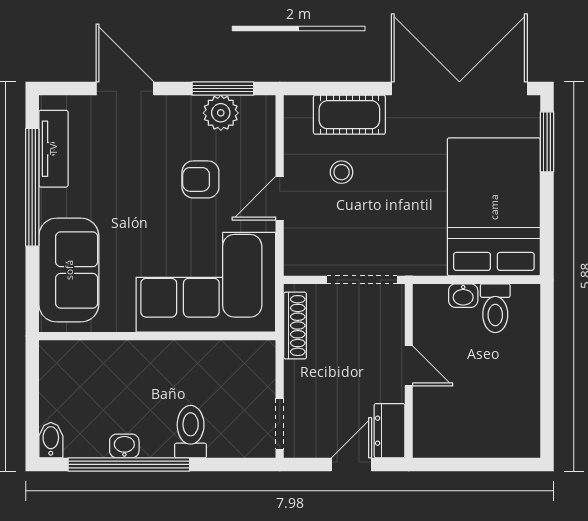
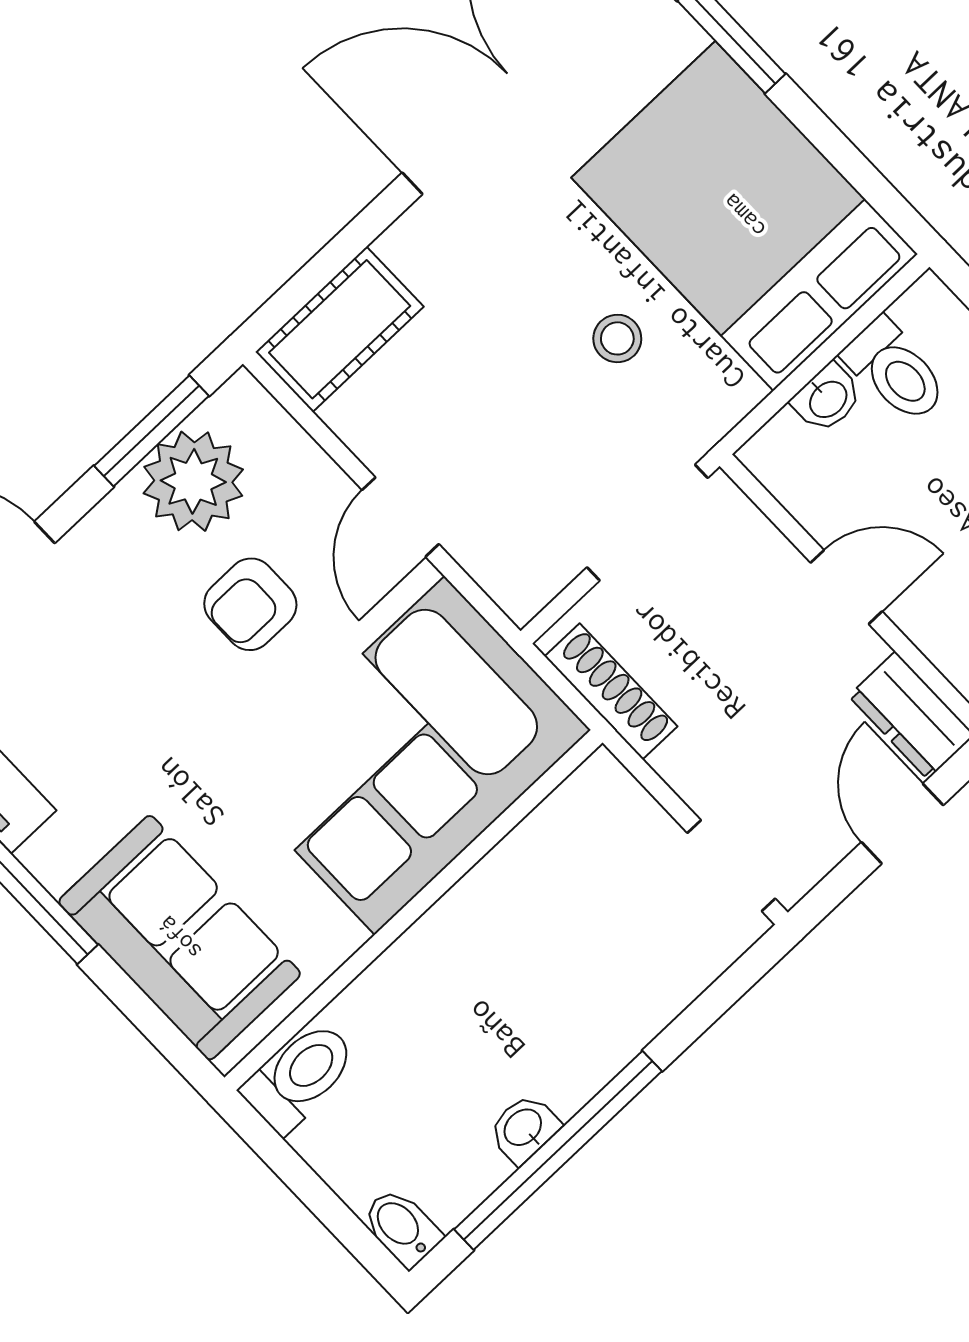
plant: (221, 113) -> (193, 481), width x1.36, depth x1.36
cot: (349, 115) -> (340, 329), moved
stool: (342, 172) -> (617, 338), moved
toilet: (191, 432) -> (300, 1076), moved, turned 90

